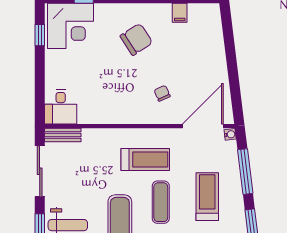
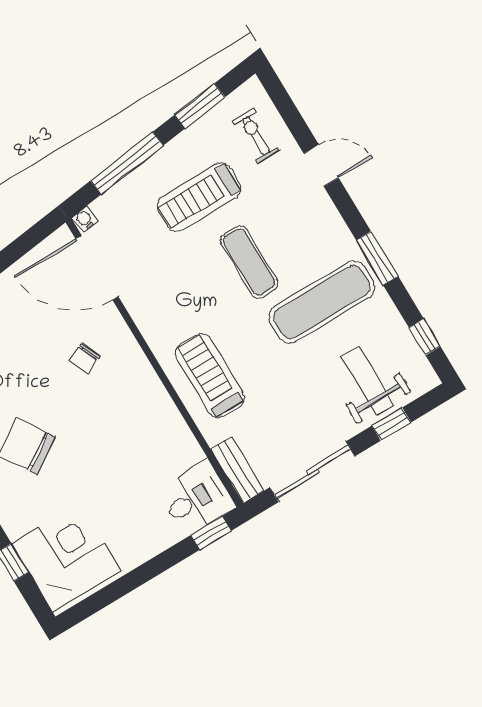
window: (40, 35) -> (211, 533), moved
treadmill: (145, 160) -> (210, 376), moved
exercise mat: (161, 202) -> (249, 262), turned 90

